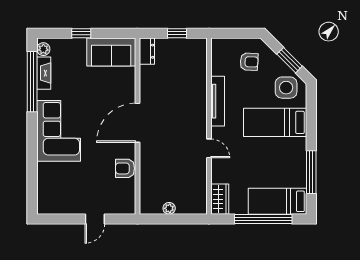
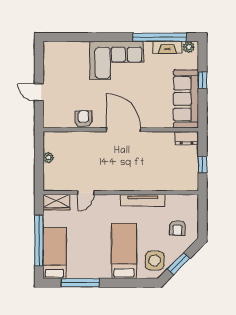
sofa: (111, 52) -> (186, 99), width x1.36
door: (209, 148) -> (86, 193), moved

